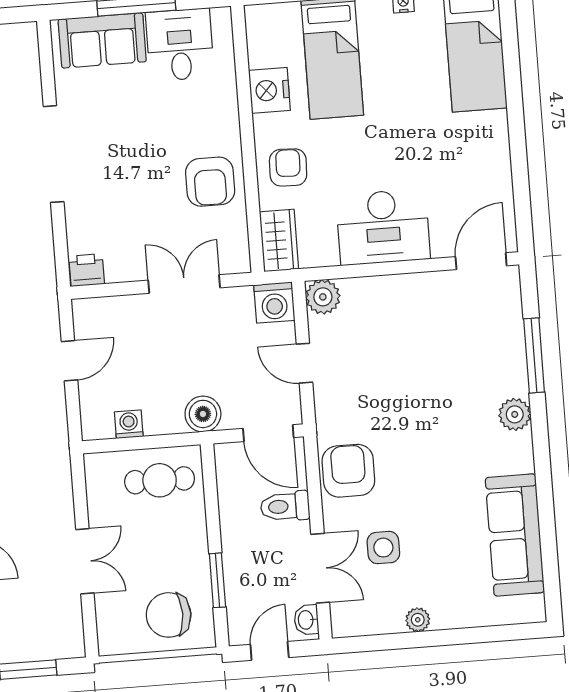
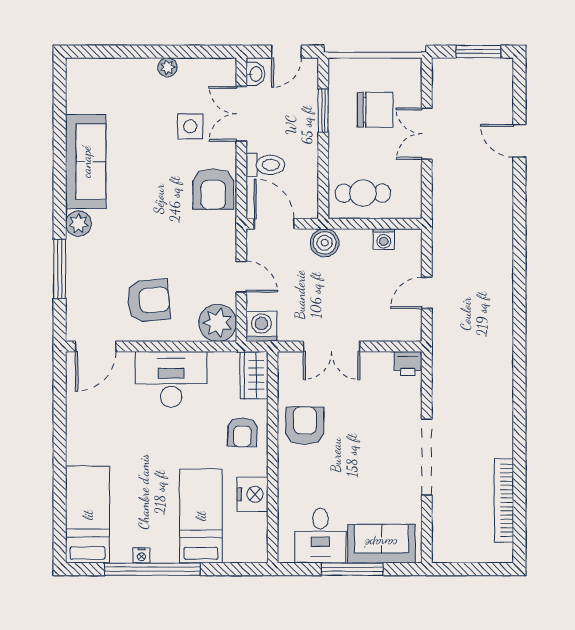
plant: (323, 297) -> (218, 323), width x1.36, depth x1.36
armchair: (419, 324) -> (148, 301), added
sofa: (515, 535) -> (86, 162), moved
chair: (169, 615) -> (375, 110), moved

